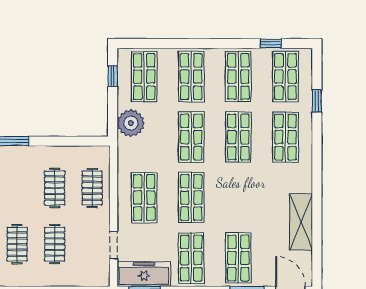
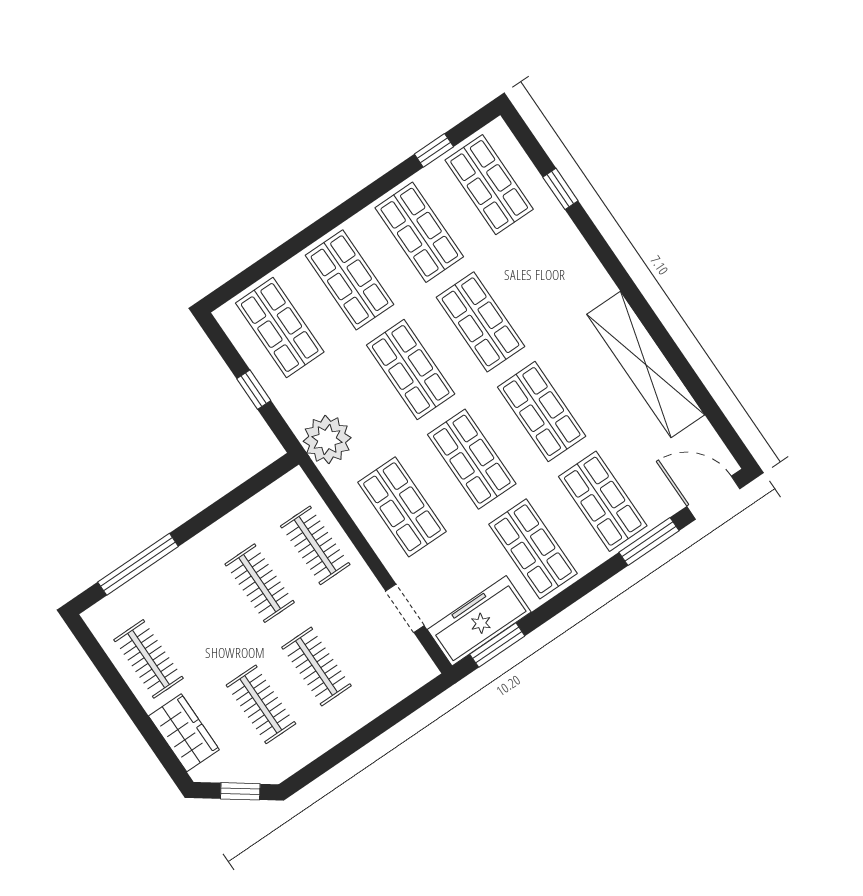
window: (113, 76) -> (254, 390), moved
plant: (131, 123) -> (327, 440), moved
shop shelf: (285, 137) -> (542, 412), moved
shelving: (301, 222) -> (646, 365), width x1.47

